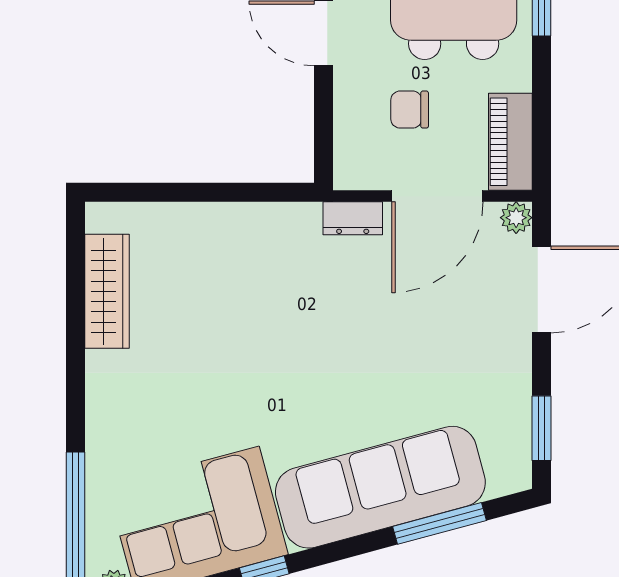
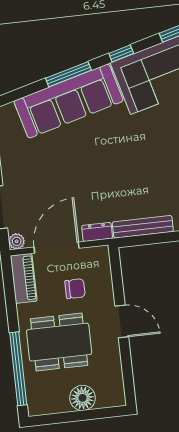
bench: (260, 219) -> (143, 227), added
window: (439, 523) -> (68, 74), moved

